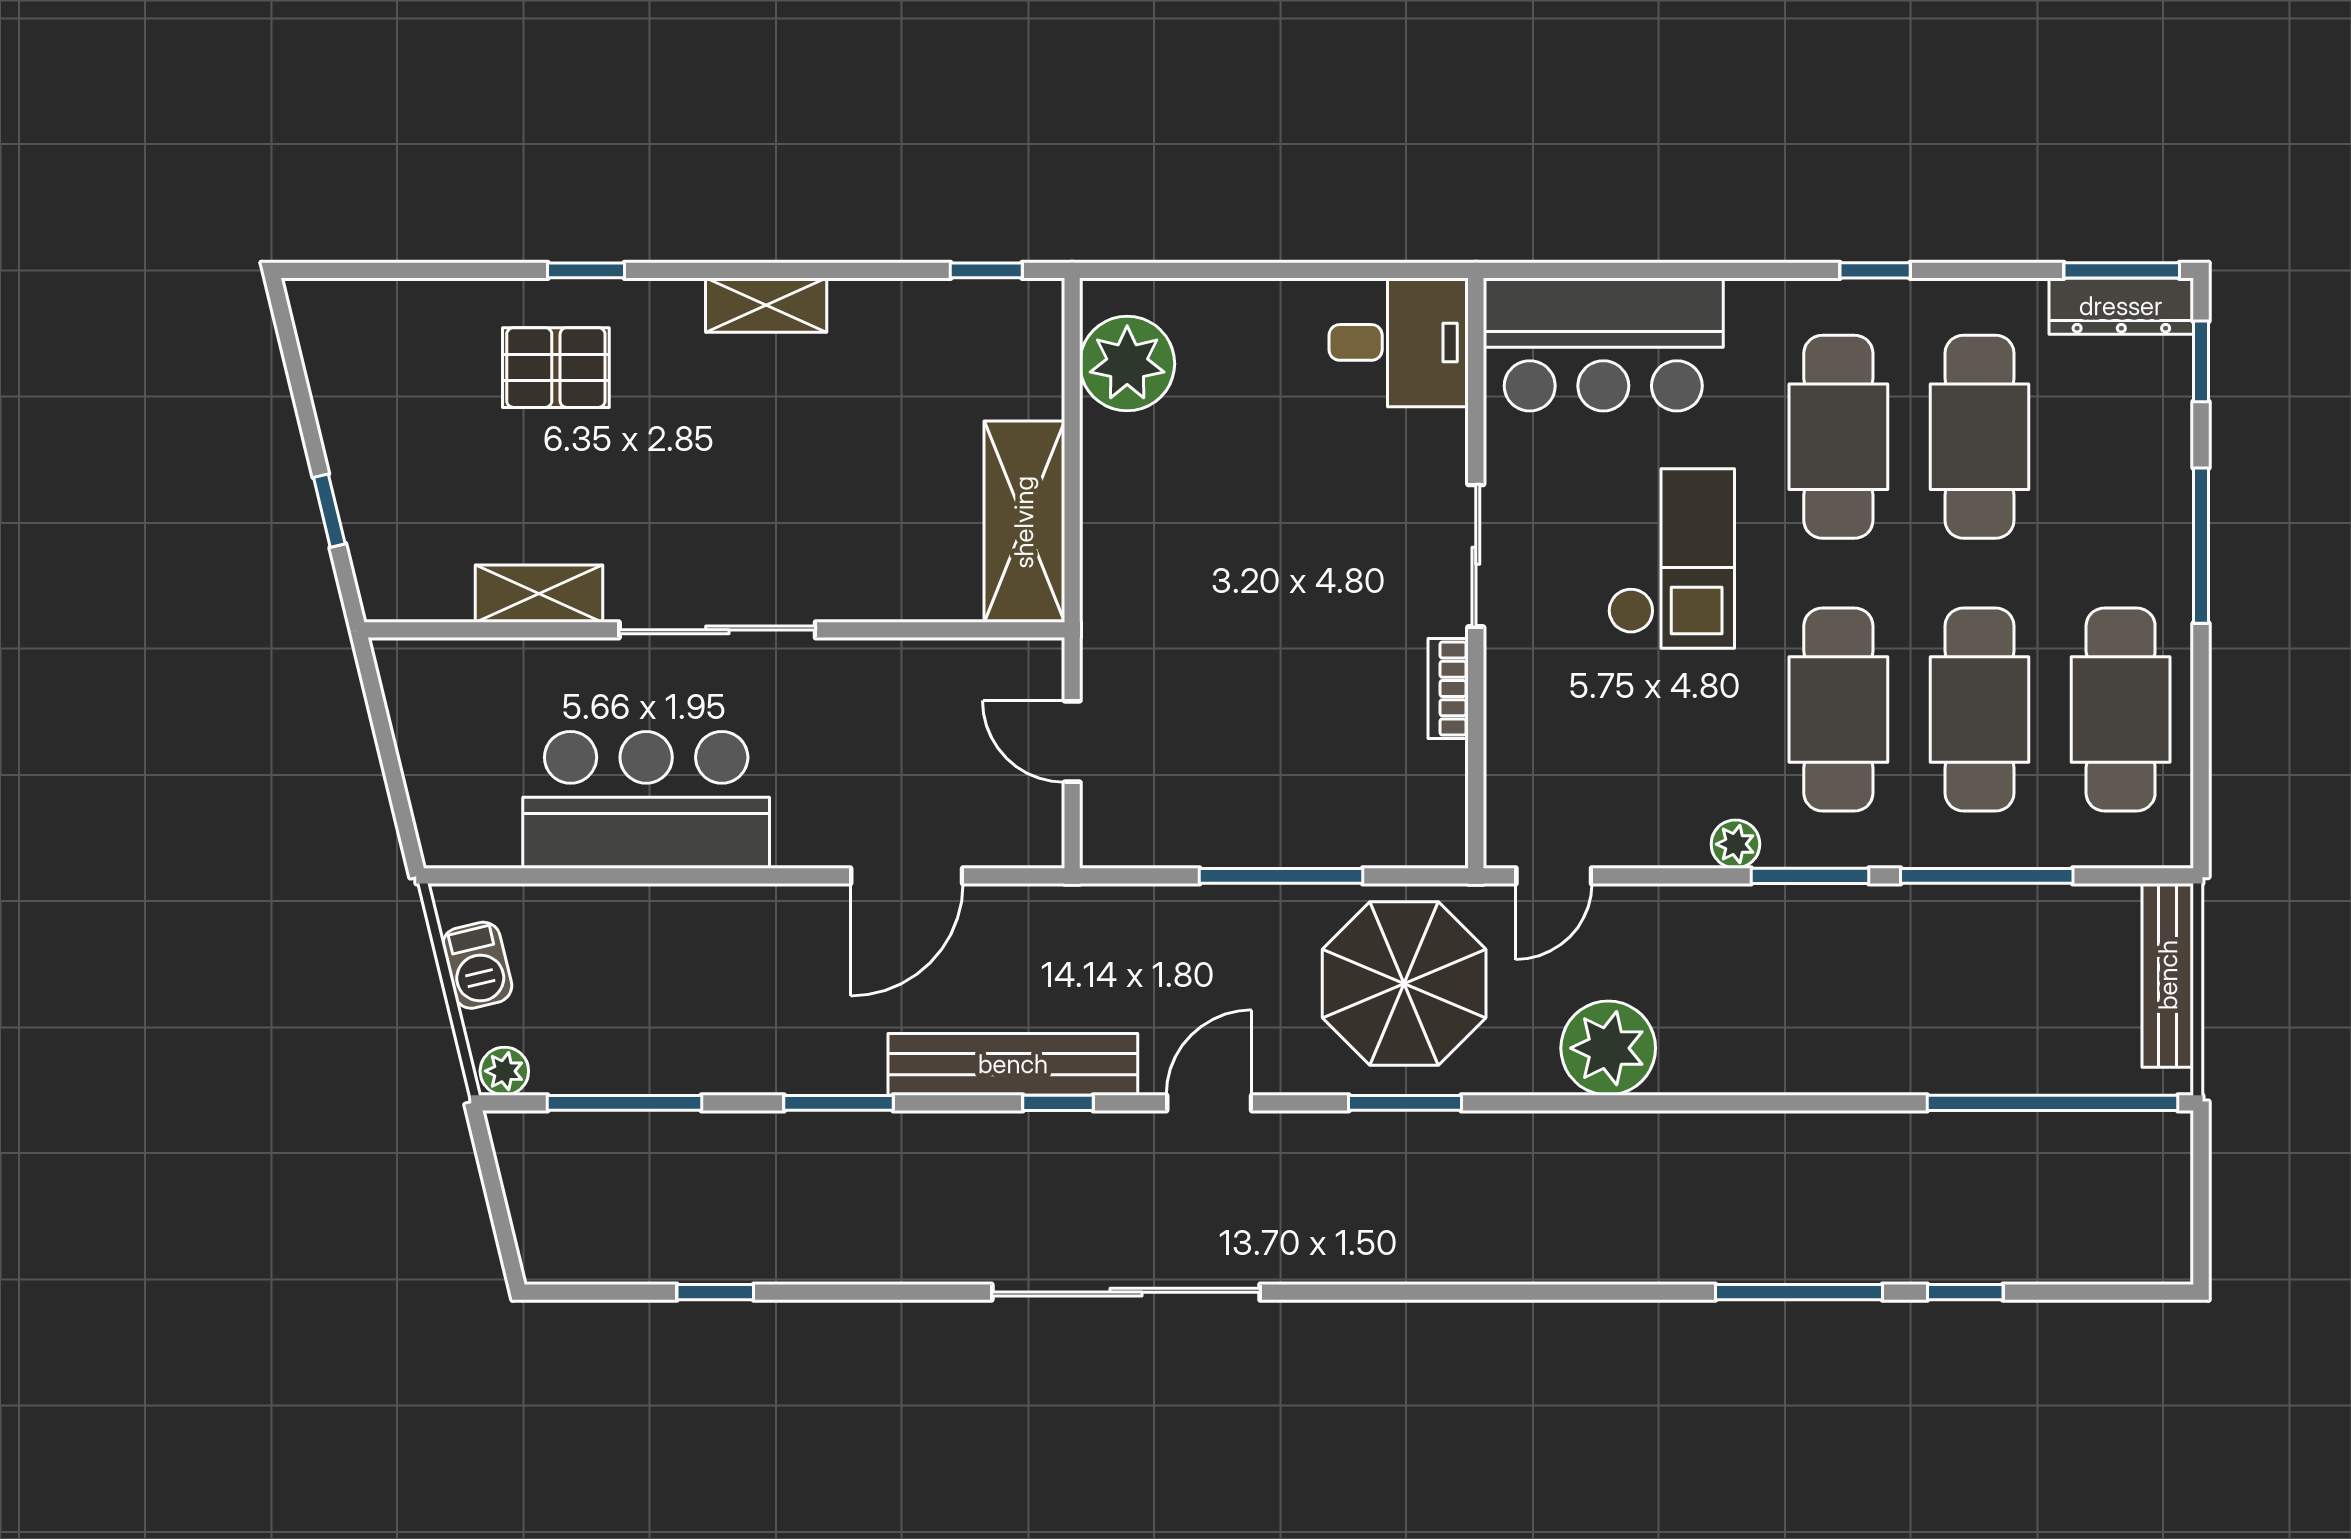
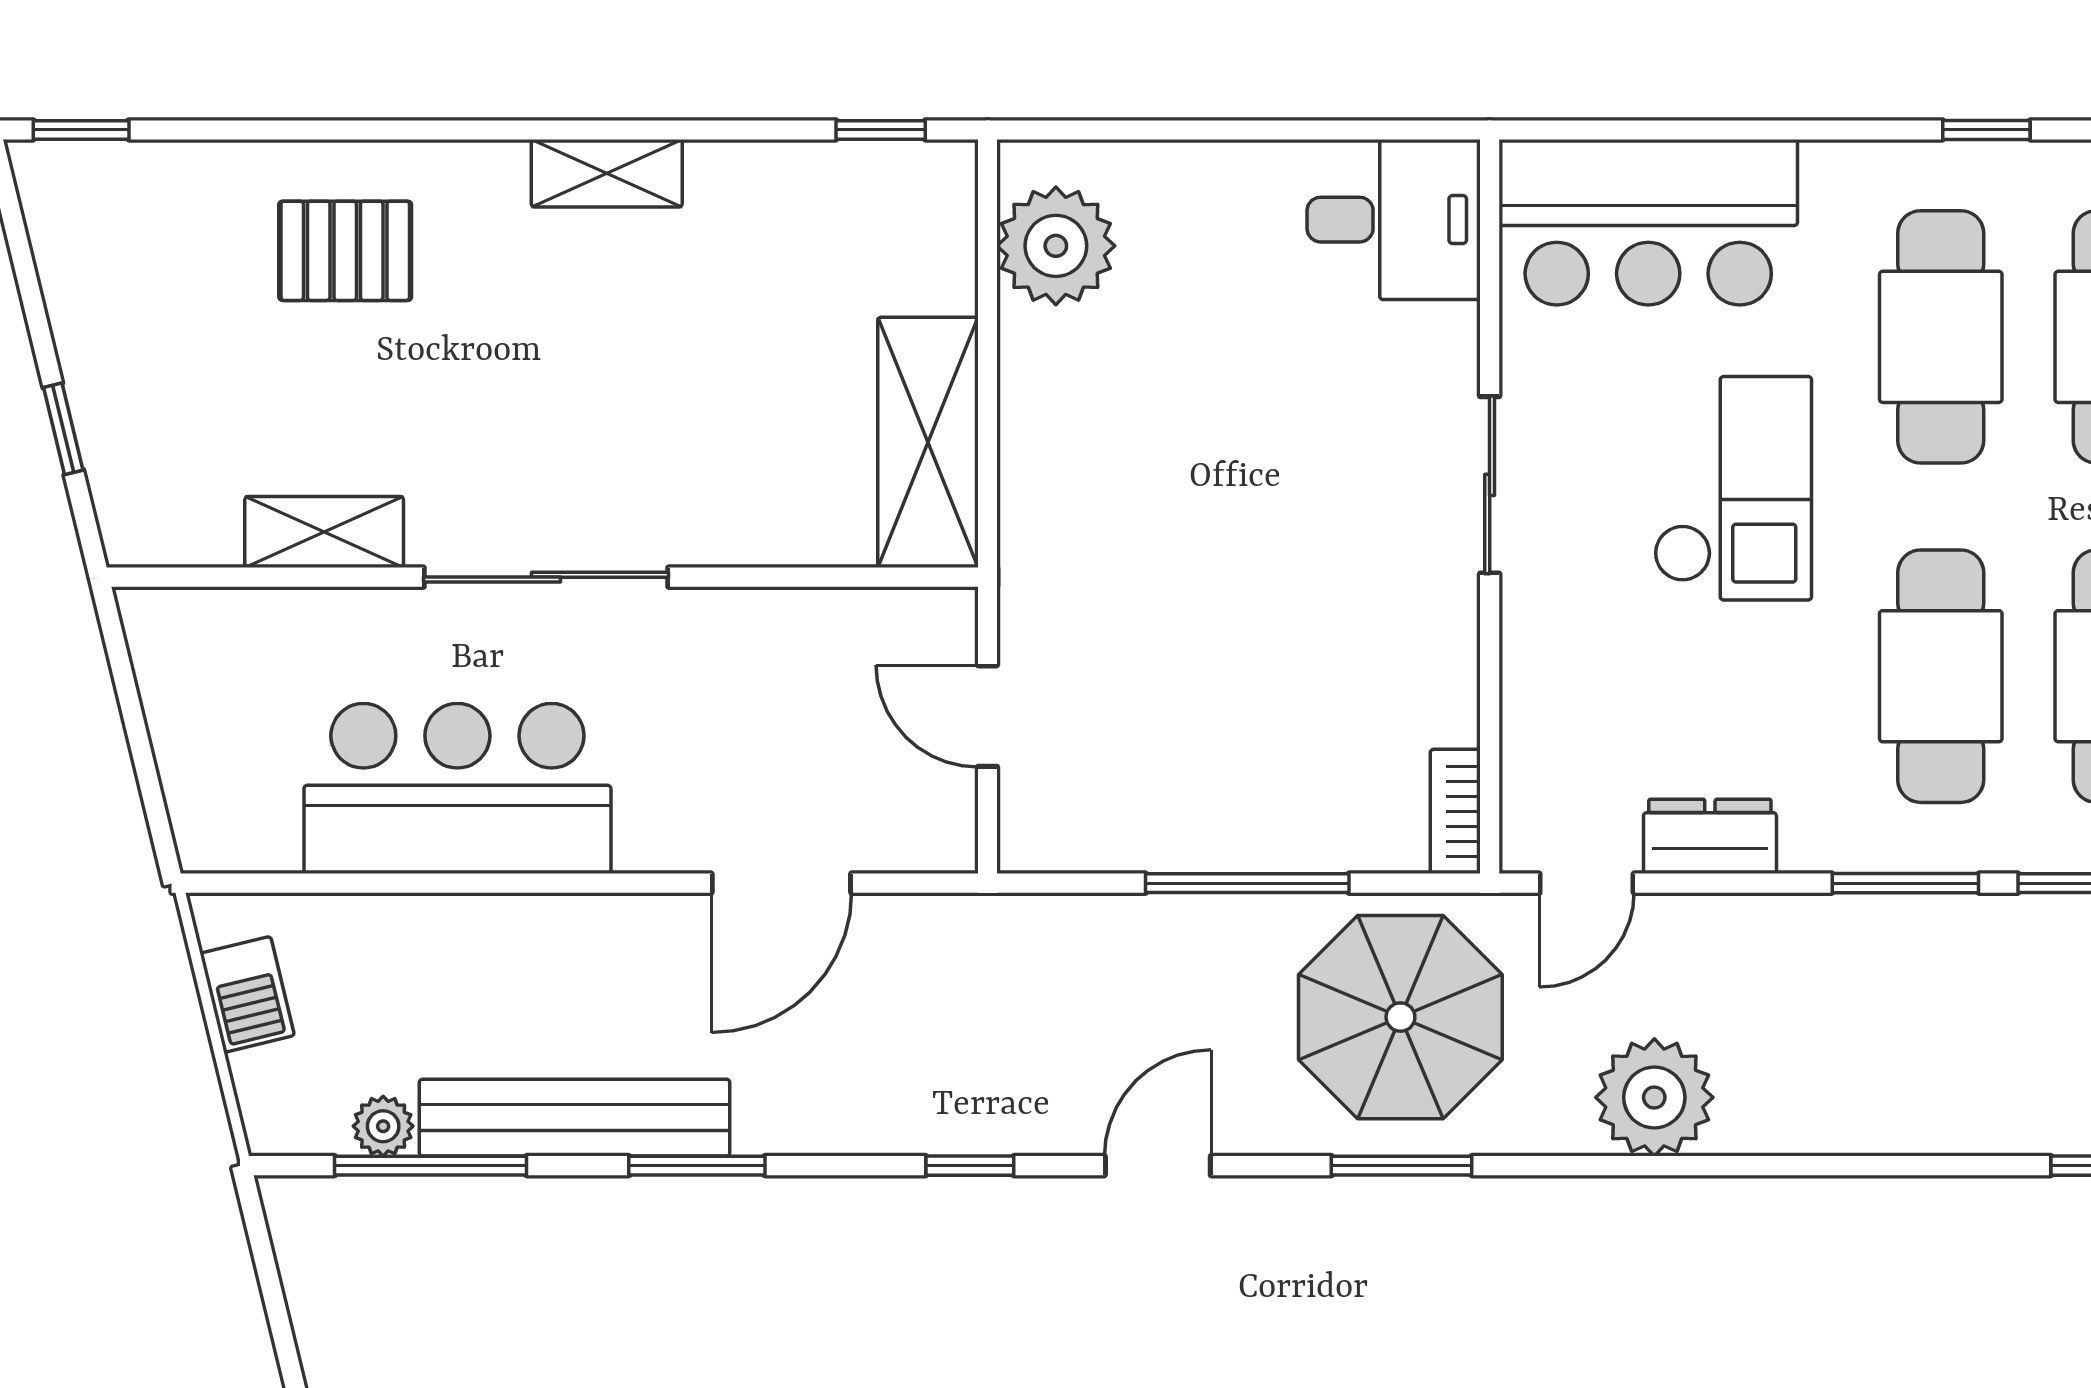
window: (586, 270) -> (81, 130), moved
bookcase: (1448, 688) -> (1455, 811), moved
dresser: (1653, 838) -> (1710, 836), added
plant: (1735, 844) -> (1813, 844), removed
bench: (1013, 1064) -> (575, 1118), moved
plant: (504, 1071) -> (383, 1126), moved

